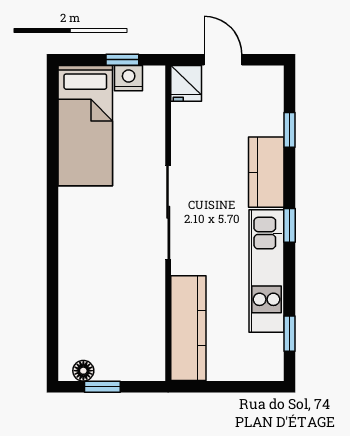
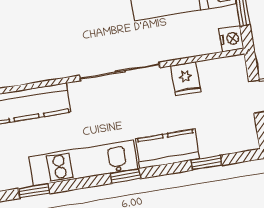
nightstand: (129, 78) -> (231, 39), moved
fridge: (186, 83) -> (186, 79), moved, turned -90

